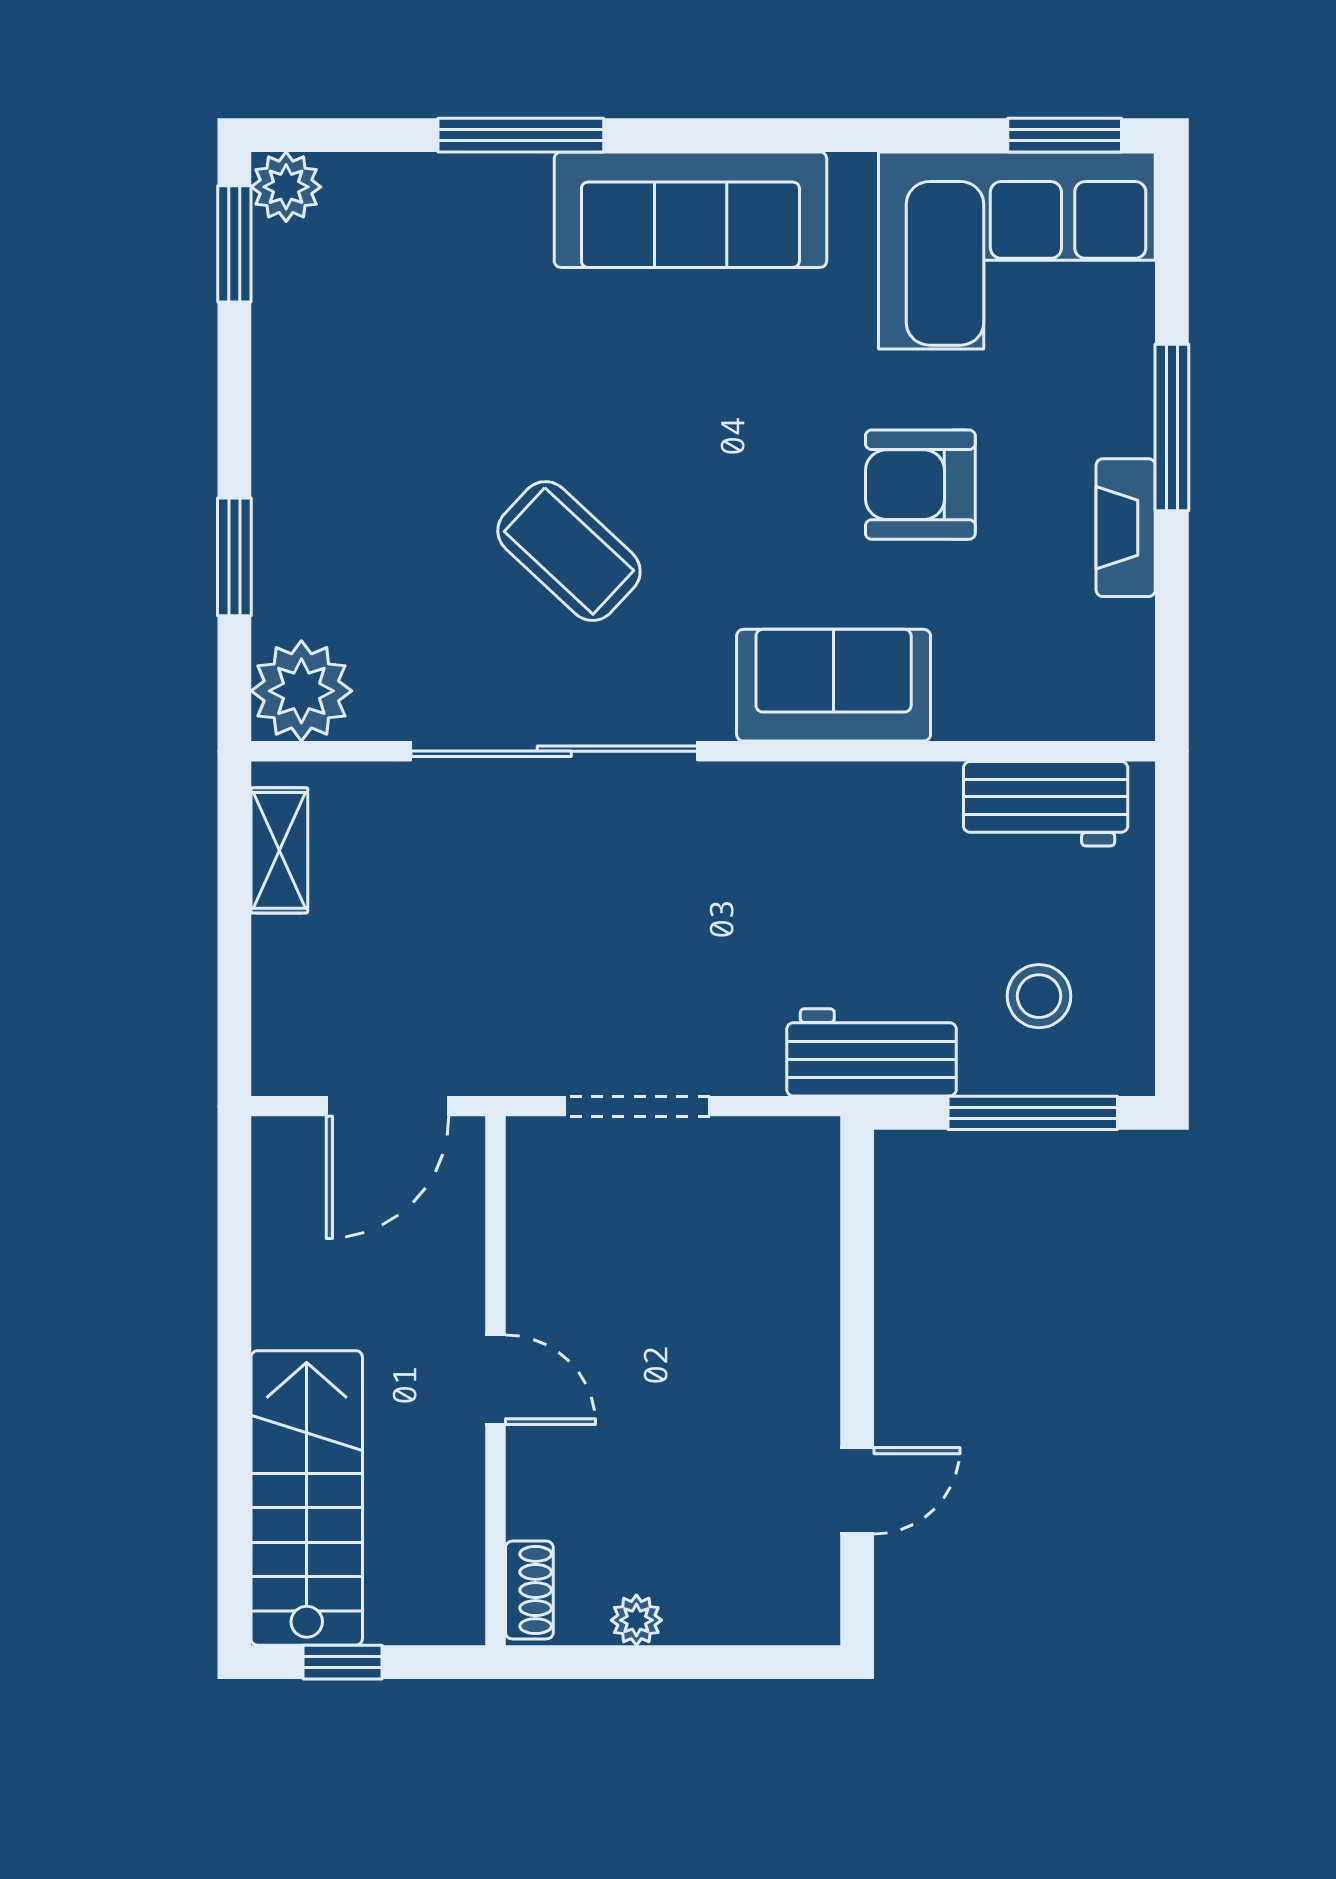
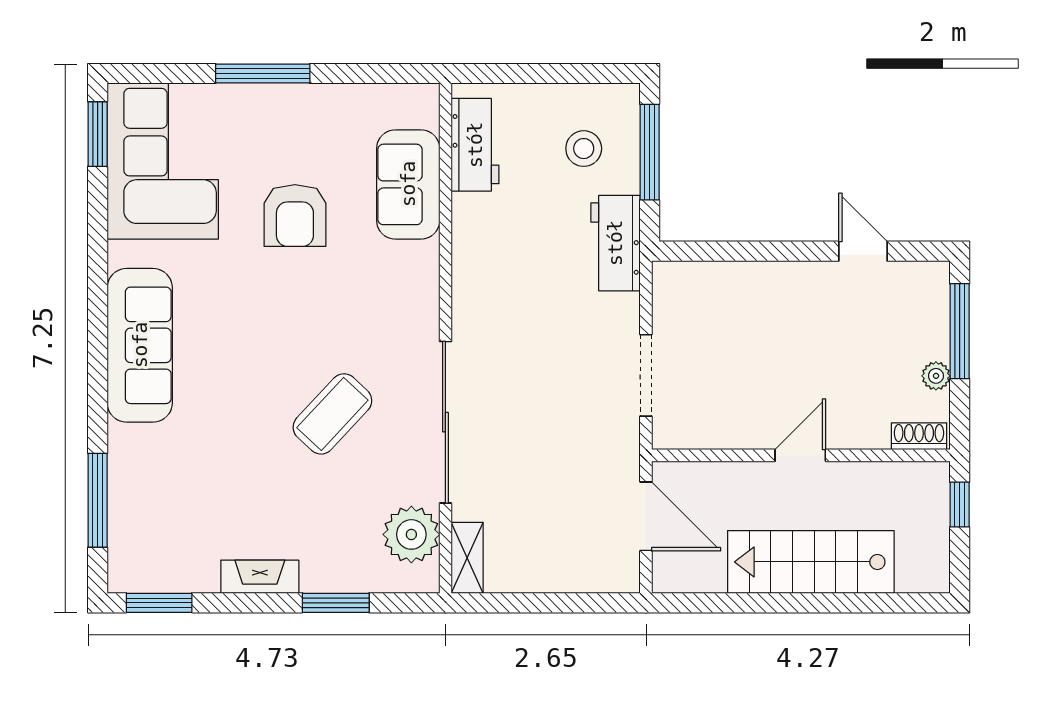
window: (521, 135) -> (98, 500), moved
plant: (286, 187) -> (127, 574), removed
fireplace: (1126, 528) -> (260, 577), moved, turned 180
sofa: (834, 685) -> (408, 184), moved
plant: (301, 691) -> (411, 534), moved
shelving: (279, 850) -> (467, 558), moved, turned 90
stairs: (307, 1498) -> (811, 562), moved
window: (343, 1662) -> (960, 505), moved
window: (716, 1662) -> (960, 331), added

